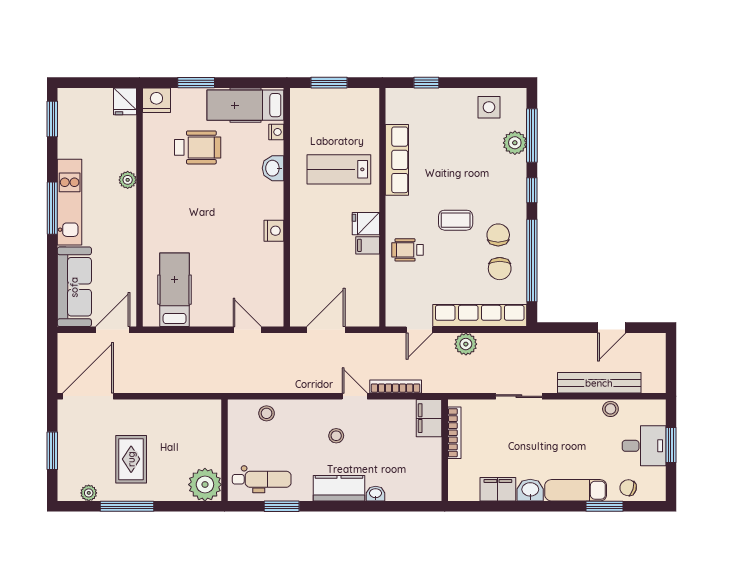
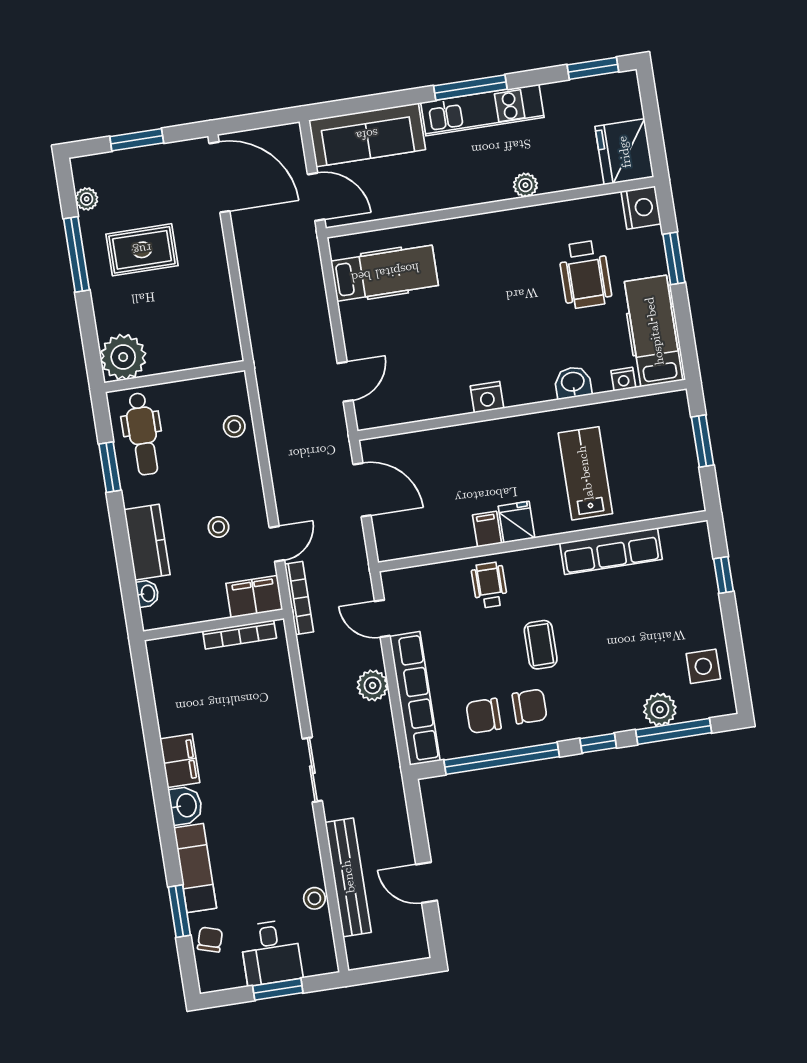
fridge: (125, 101) -> (624, 152), width x1.88, depth x1.34
filing cabinet: (429, 418) -> (254, 597), moved
bookcase: (454, 433) -> (240, 635), moved
wall: (445, 450) -> (214, 625), moved

